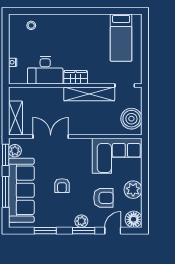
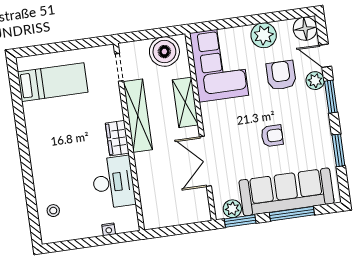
shelving: (15, 118) -> (185, 102), moved, turned 90
plant: (81, 221) -> (315, 81), moved

